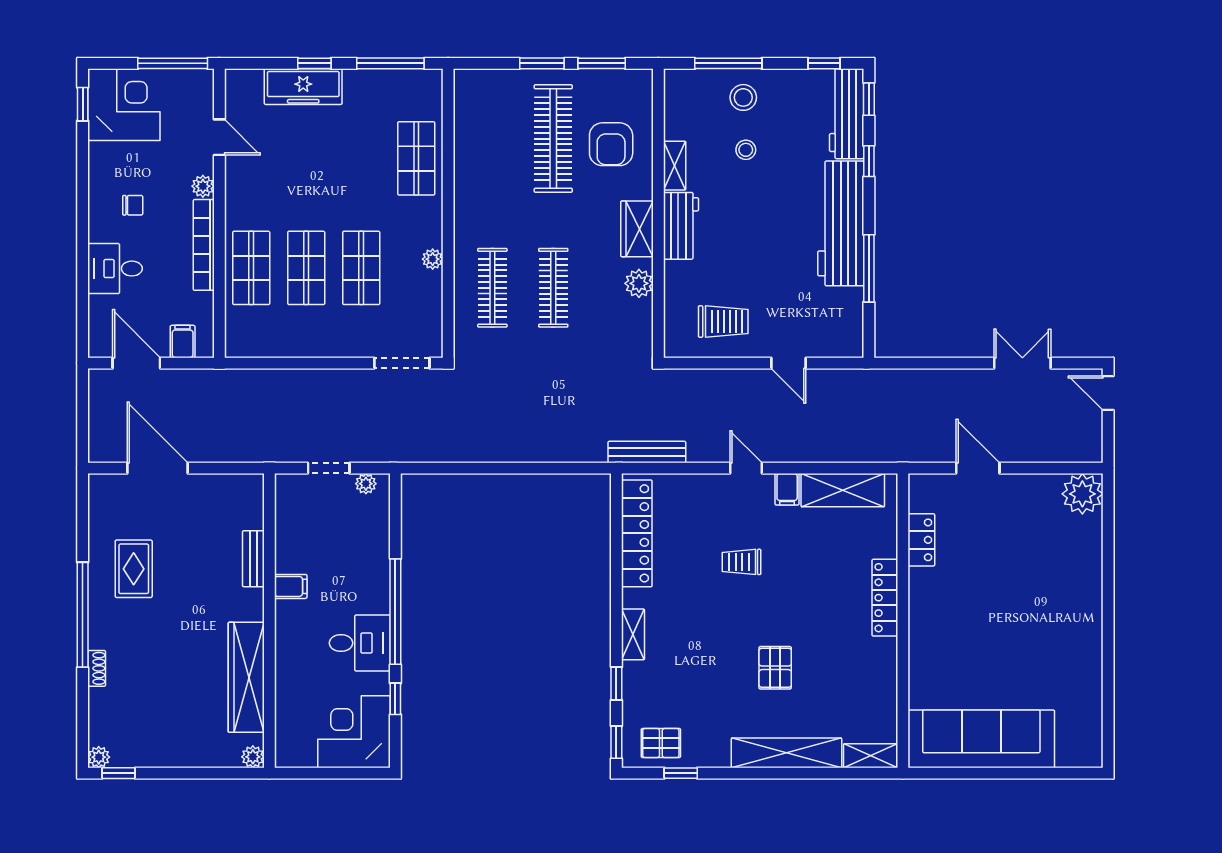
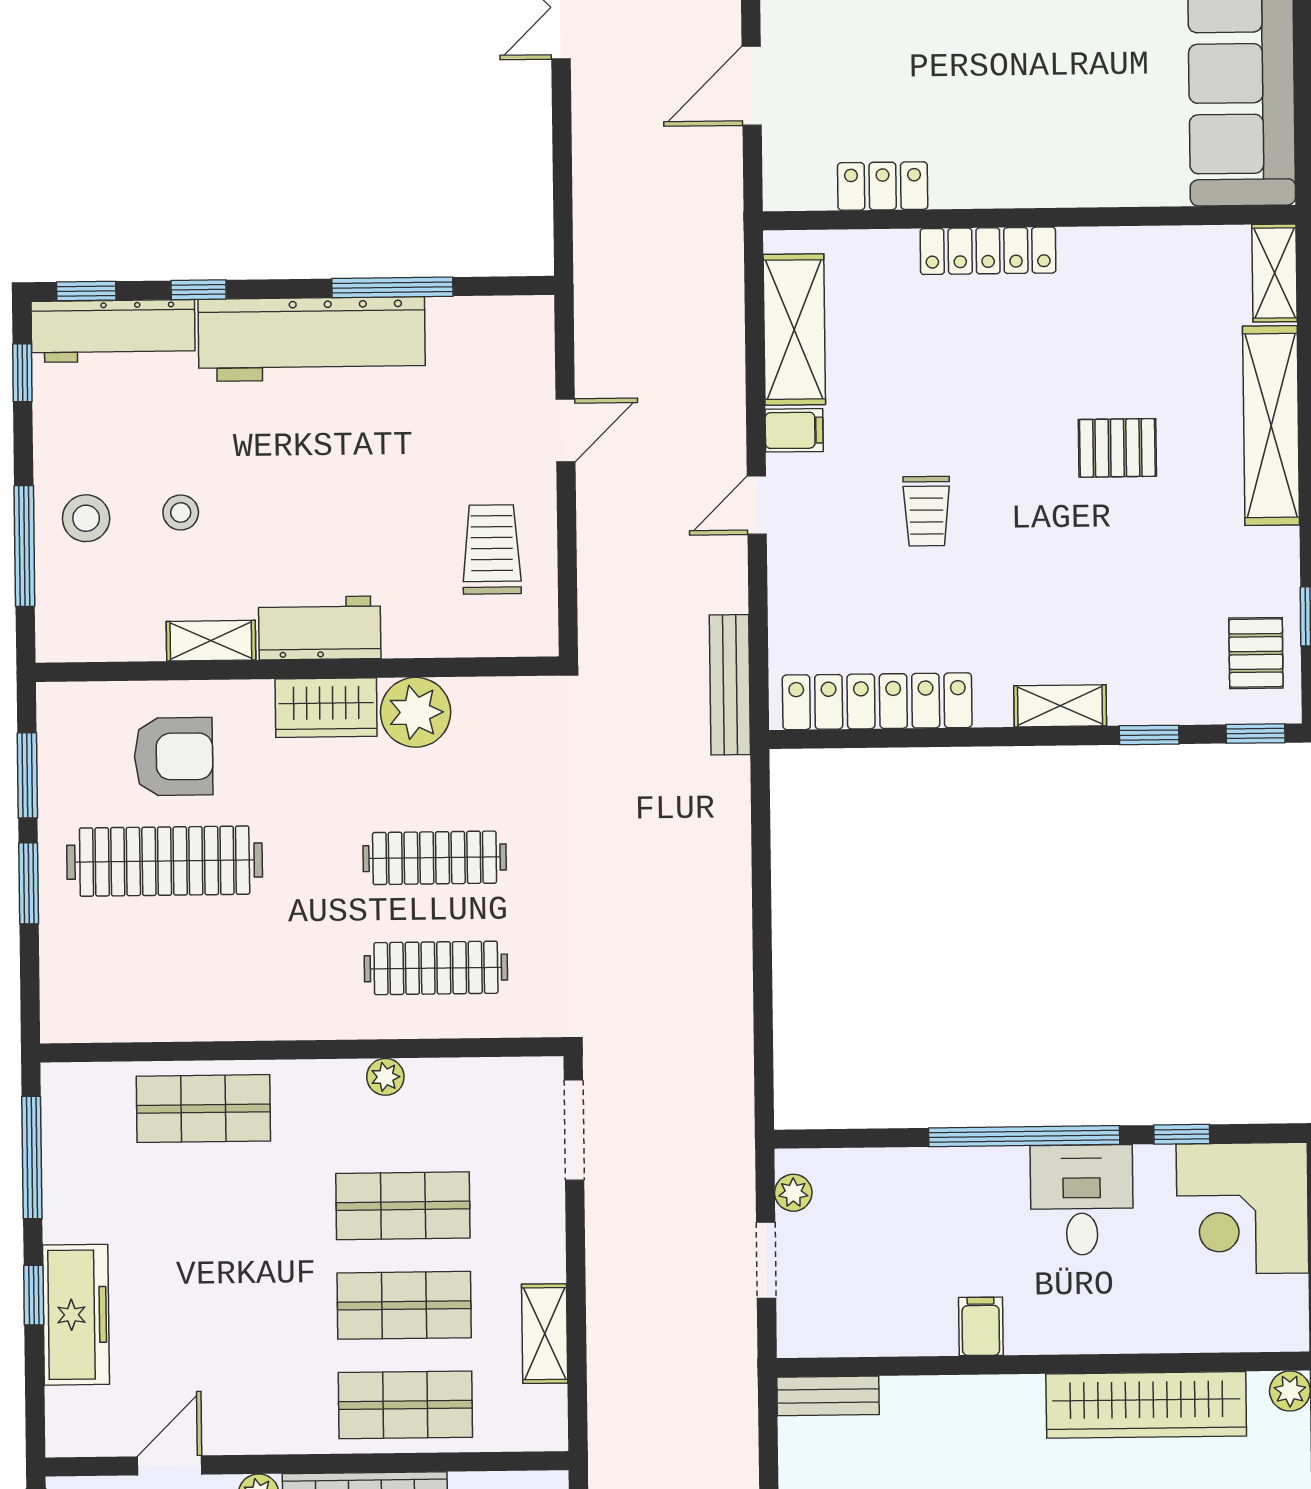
plant: (639, 283) -> (416, 712), width x1.36, depth x1.36
shelving: (290, 345) -> (545, 1334), added
bench: (253, 559) -> (828, 1396), moved

